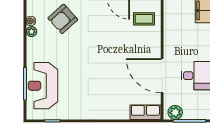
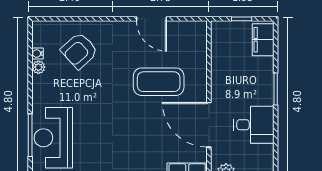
coffee table: (144, 19) -> (159, 82), moved, width x1.86, depth x1.72

